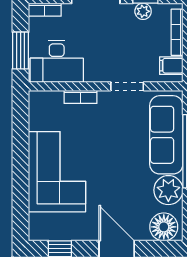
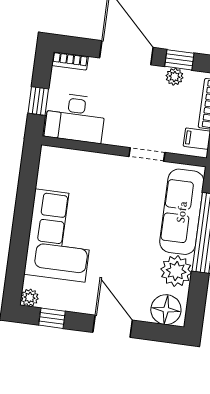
window: (21, 50) -> (38, 101), width x0.67
bookcase: (80, 97) -> (96, 159), removed
plant: (37, 233) -> (30, 298), added

